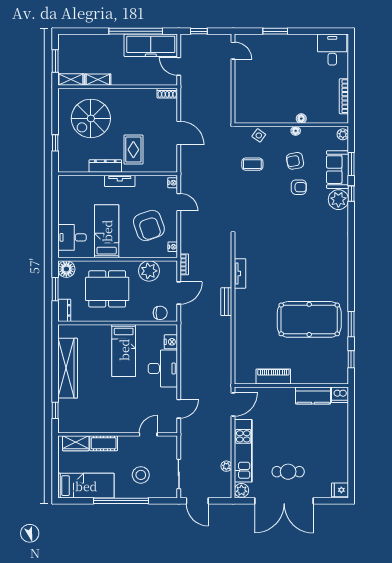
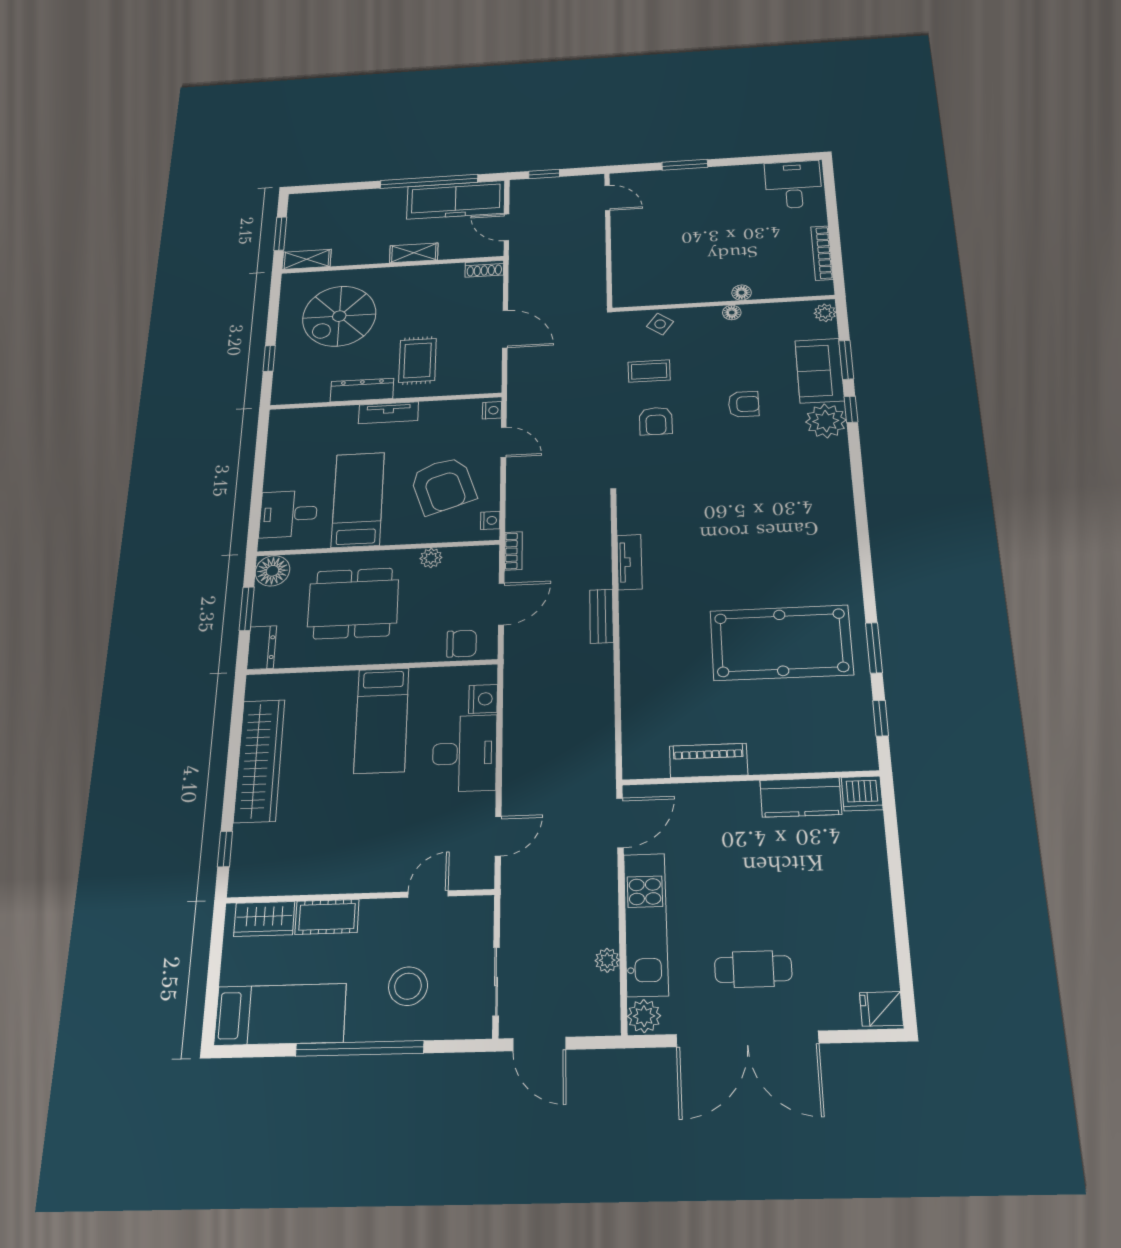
shelving: (98, 80) -> (414, 253), moved
armchair: (295, 161) -> (656, 421), moved, turned -79
plant: (149, 271) -> (431, 558), width x0.53, depth x0.53

